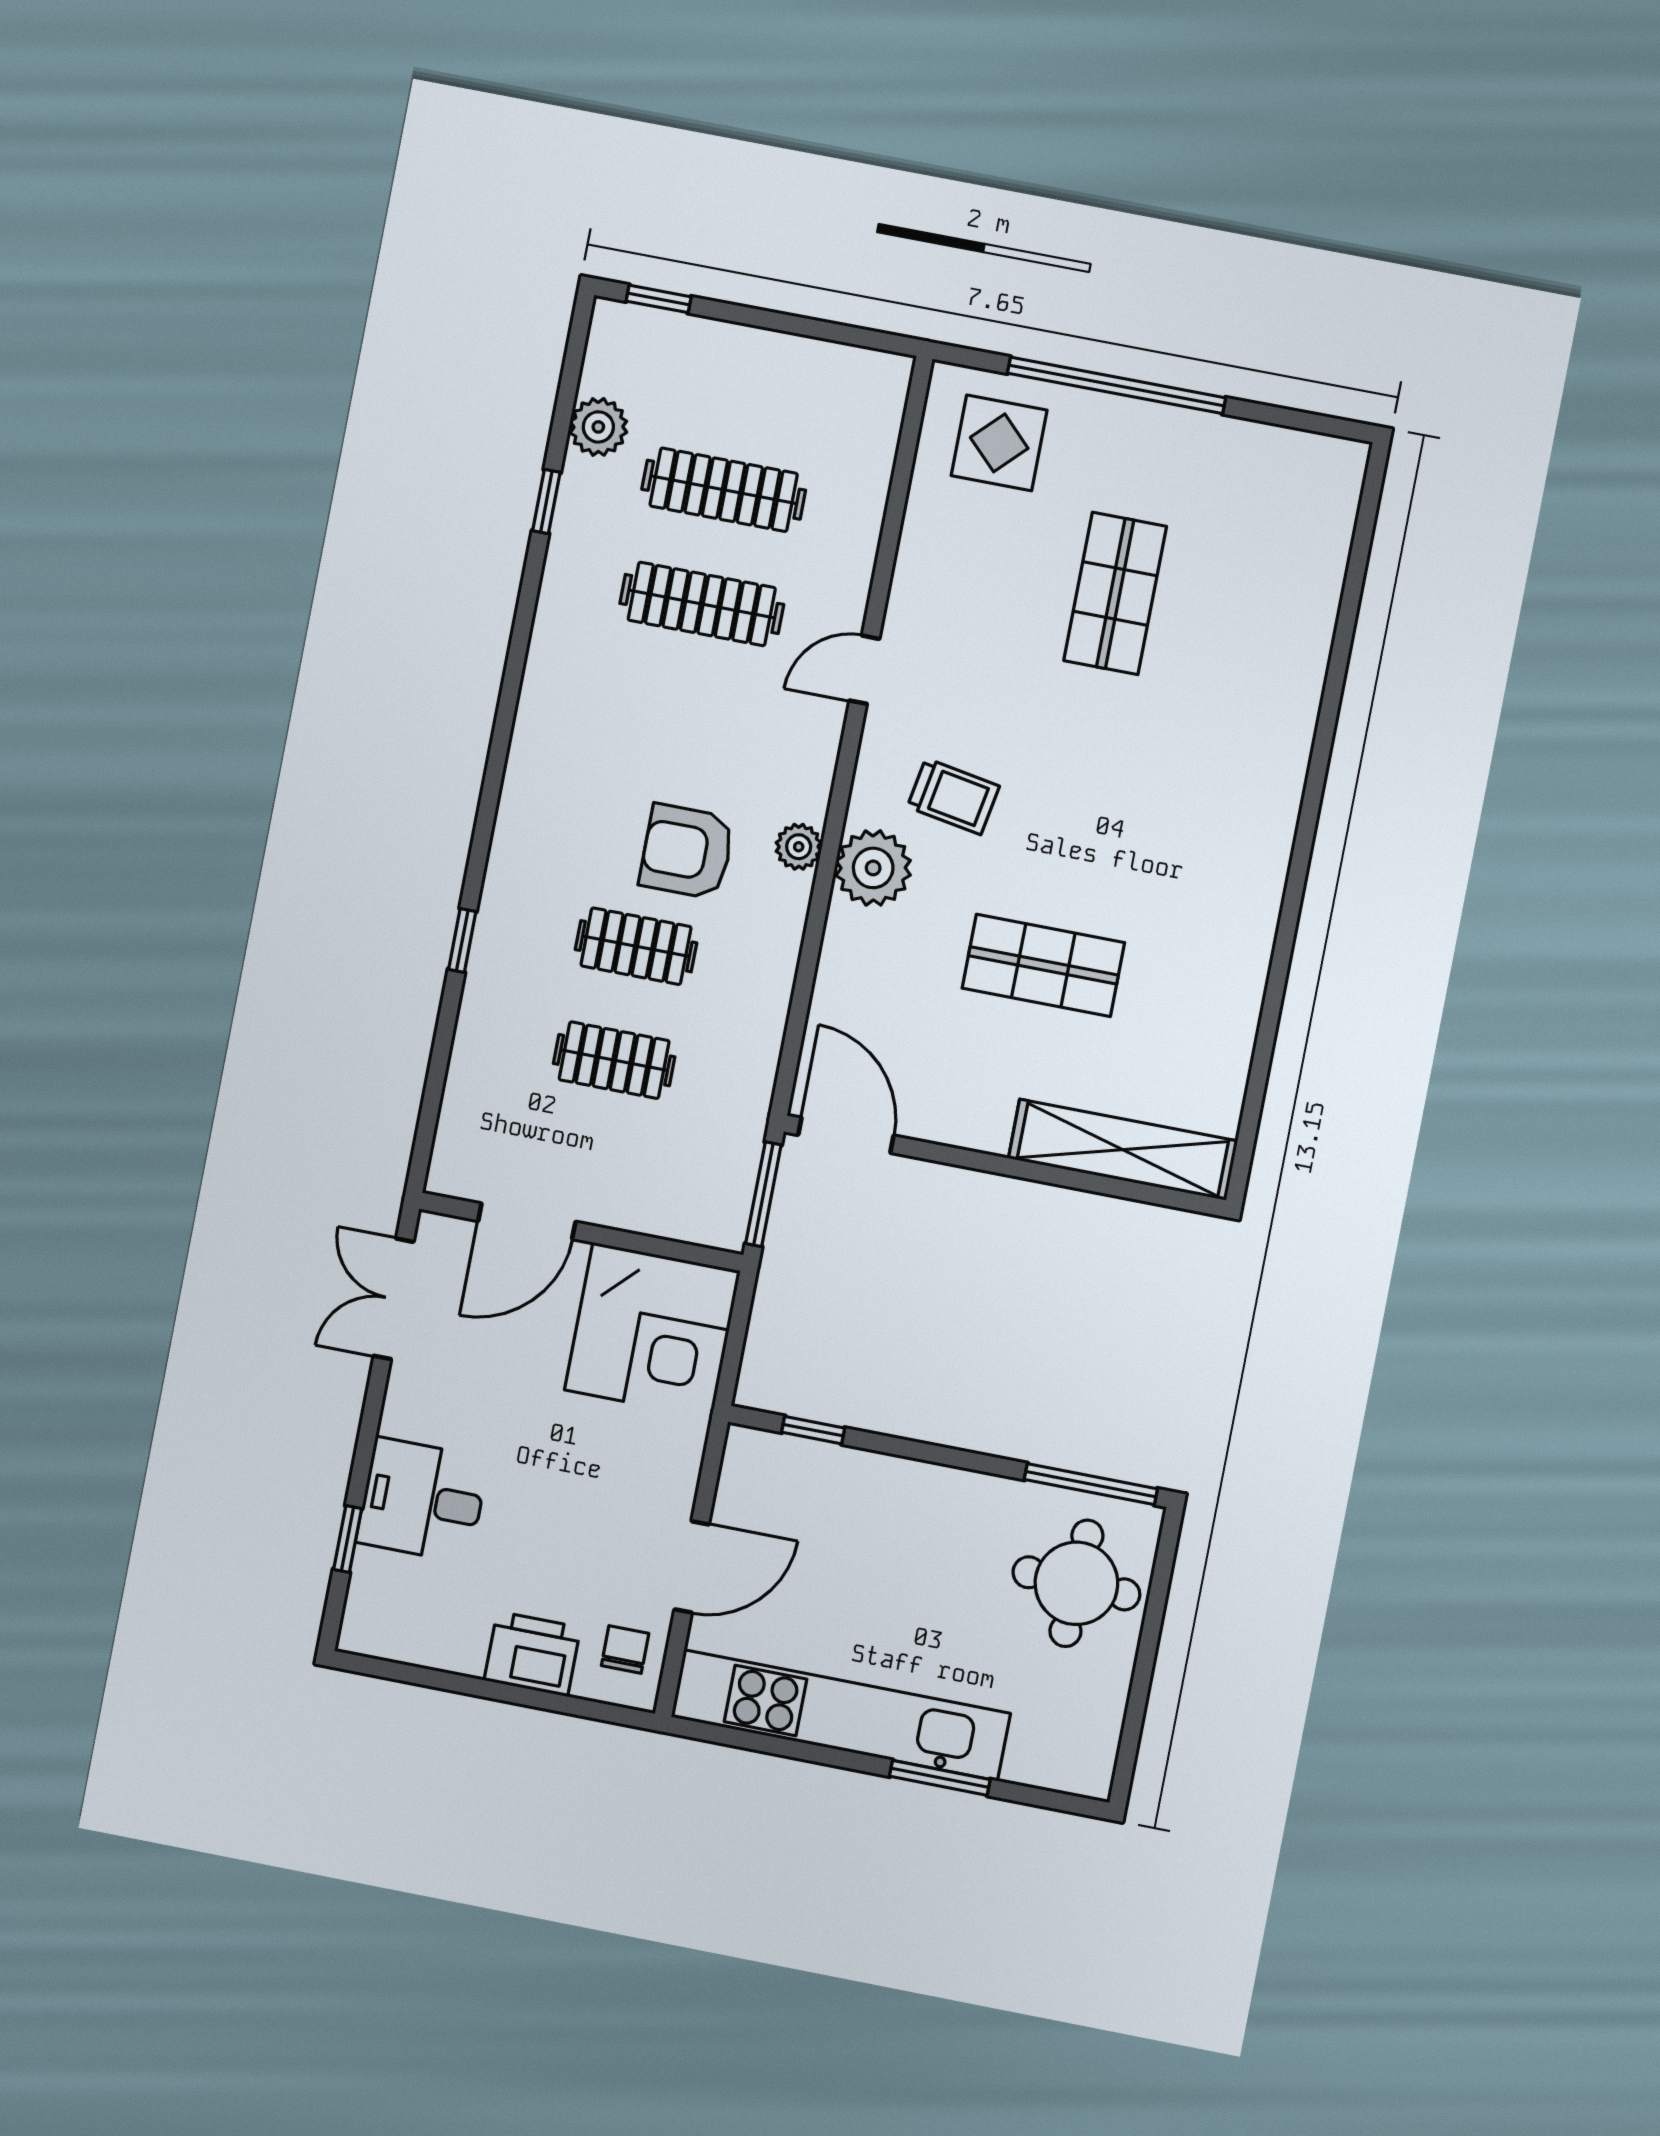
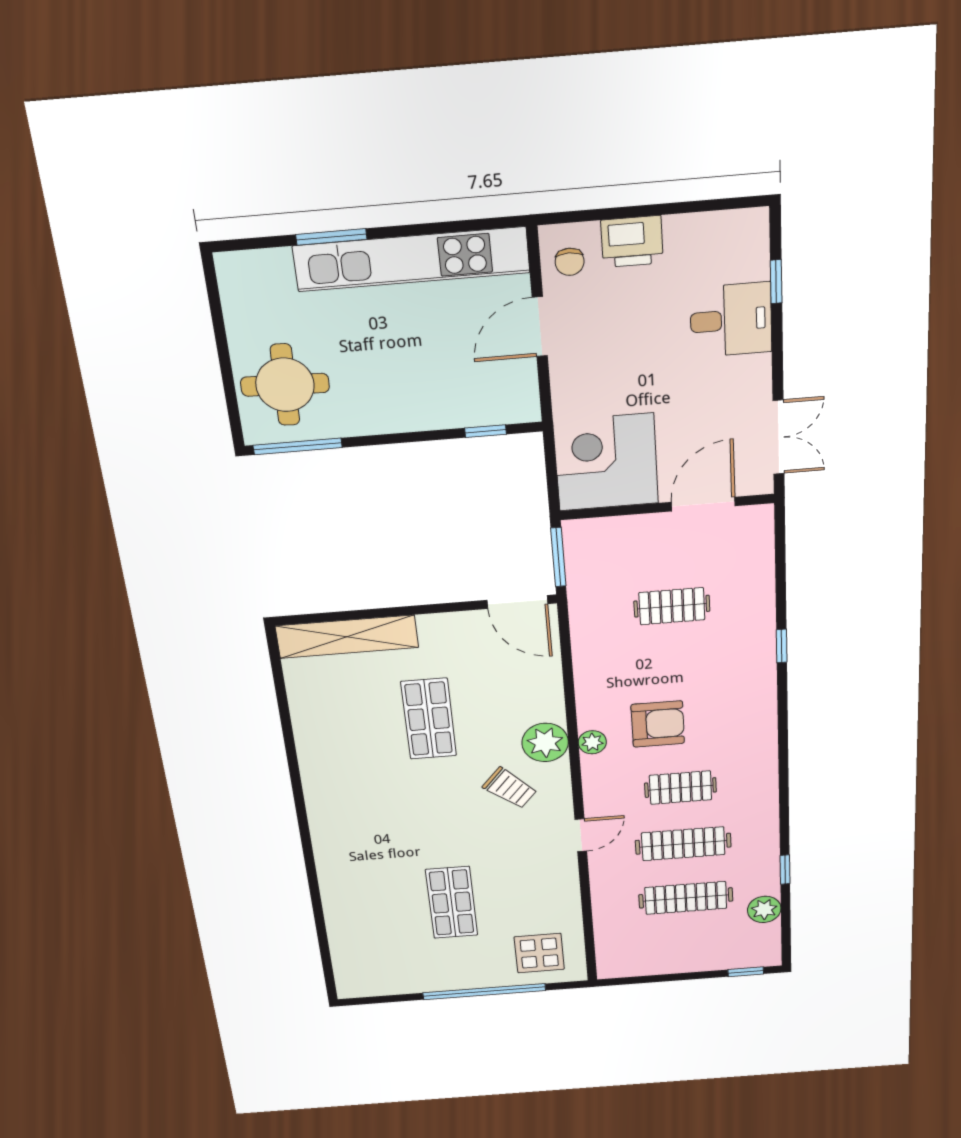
trolley: (953, 797) -> (510, 788), turned -149
clothes rail: (636, 946) -> (681, 788), moved
shop shelf: (1043, 965) -> (429, 719), turned 90

